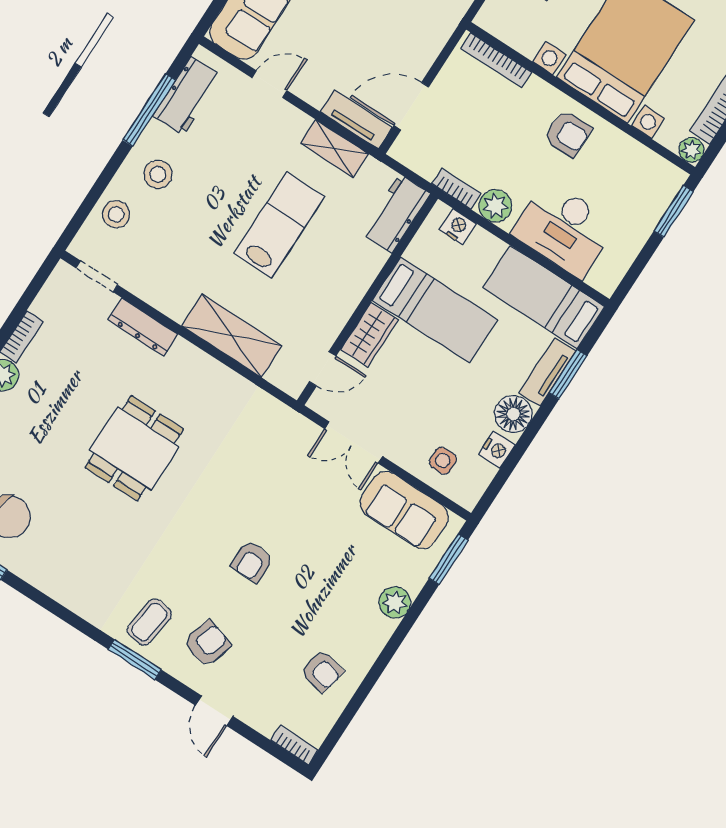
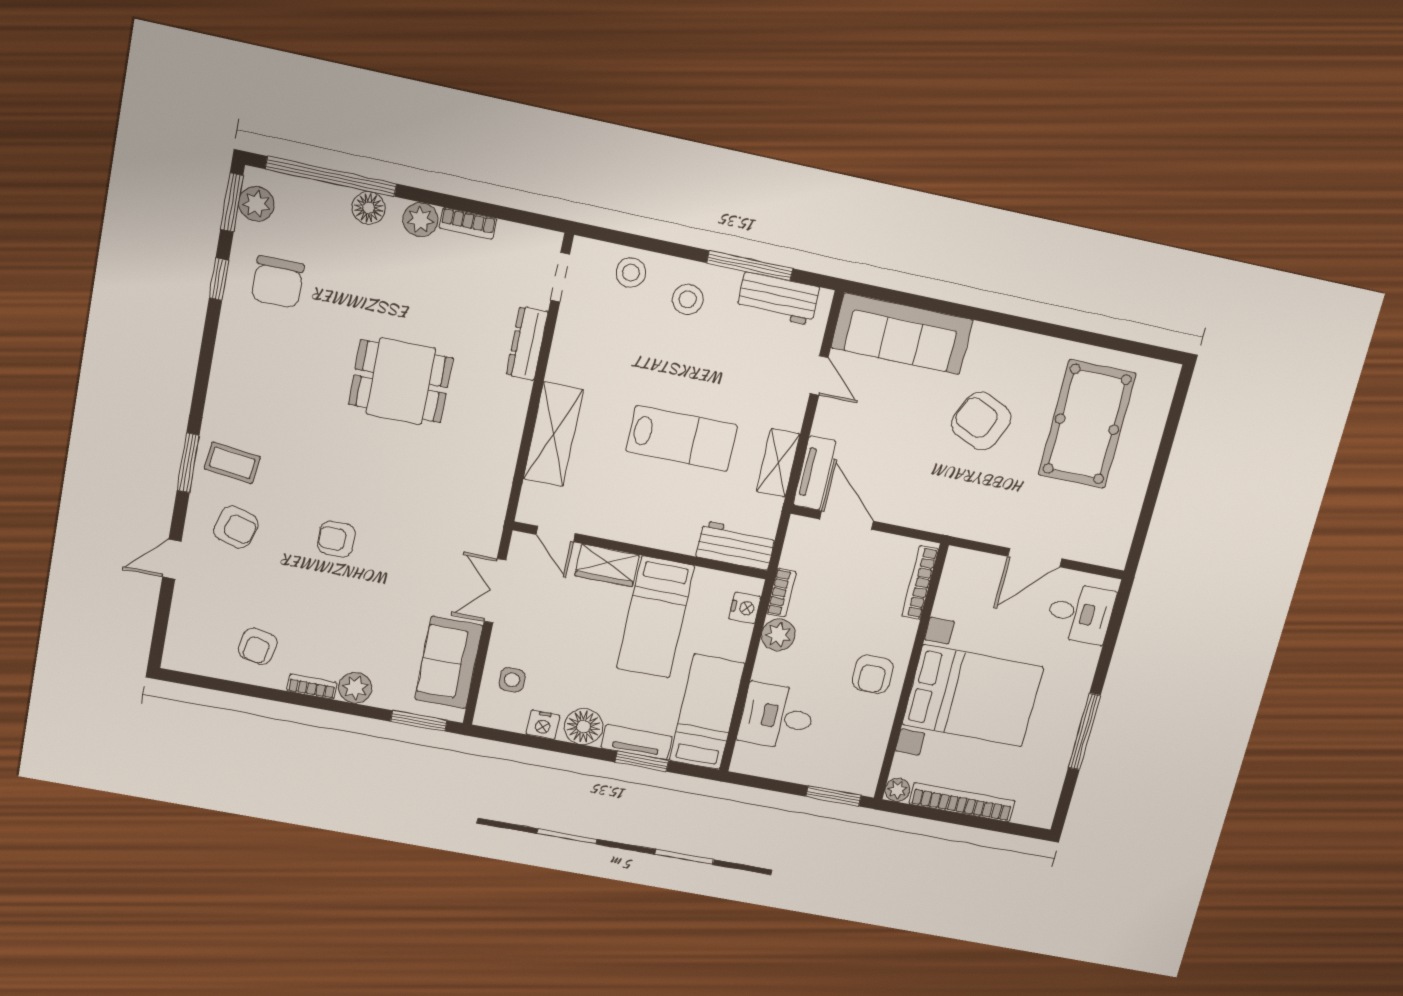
desk: (564, 229) -> (777, 716), width x0.73
bookcase: (294, 745) -> (312, 687), moved, turned -90

